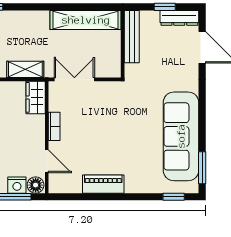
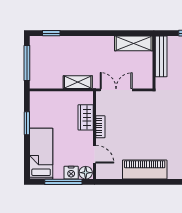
shelving: (86, 20) -> (134, 43), width x0.68
wardrobe: (36, 97) -> (86, 117), moved
piano: (103, 184) -> (145, 170), width x1.37, depth x1.33

